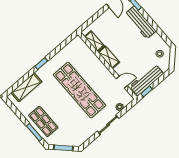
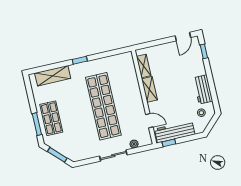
workbench: (140, 22) -> (203, 89), moved, width x0.73

